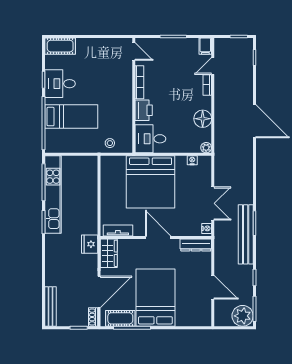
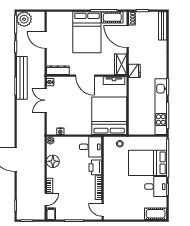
bed: (71, 117) -> (148, 163), width x1.50
bed: (151, 182) -> (109, 116), moved
door: (99, 292) -> (128, 36), hinge flipped

